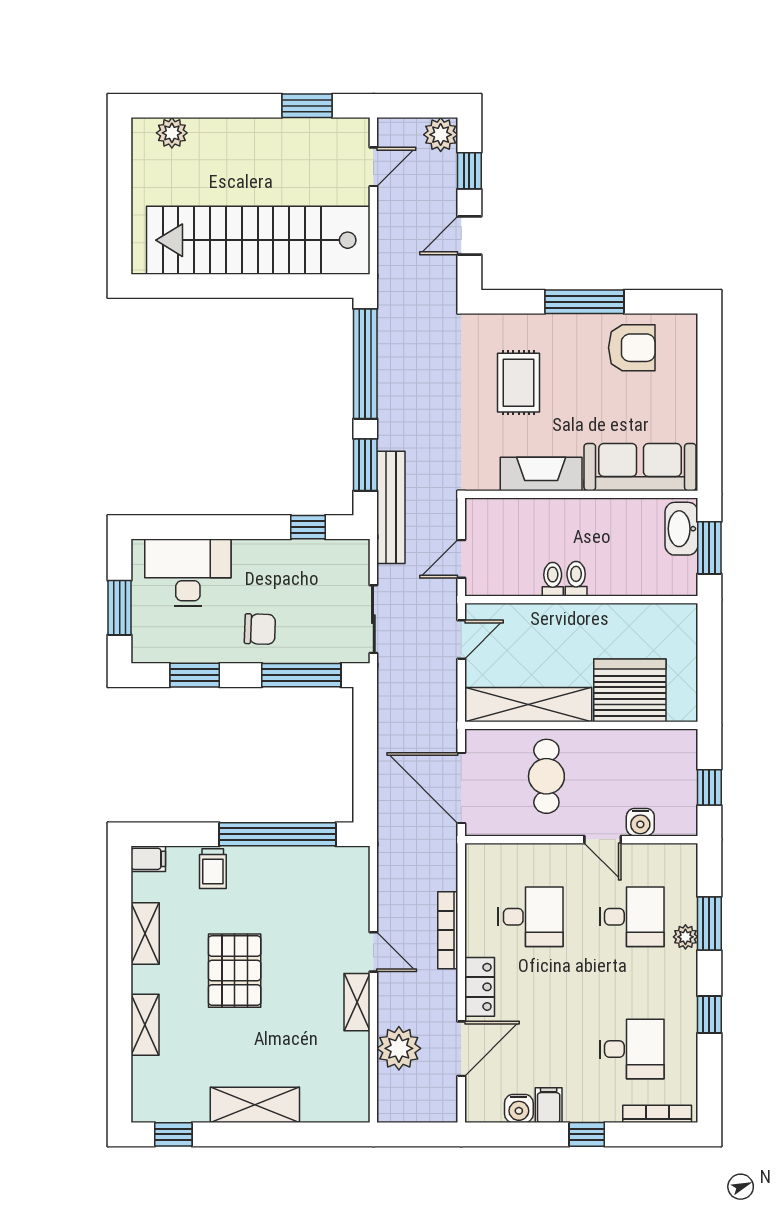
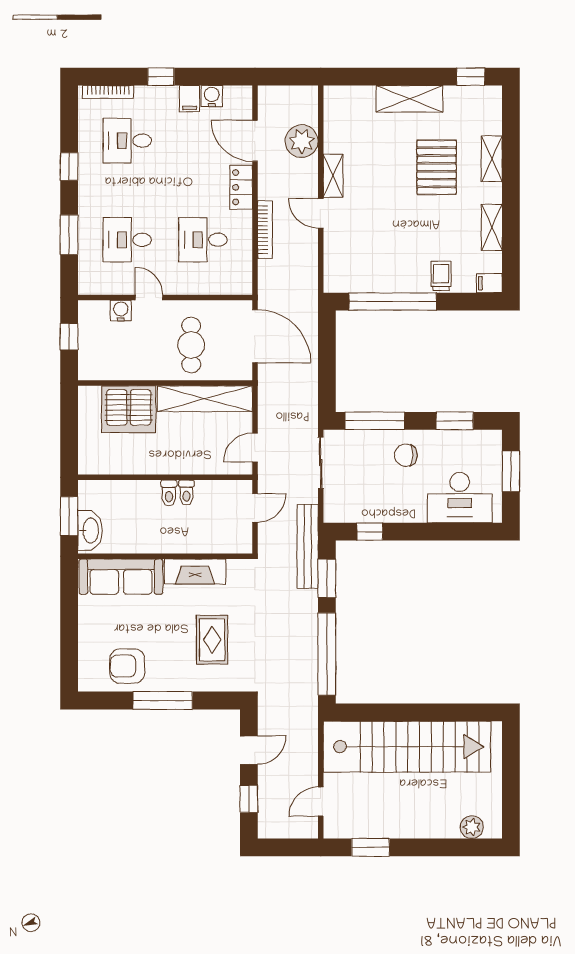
plant: (441, 135) -> (270, 826), removed
plant: (685, 937) -> (87, 225), removed
pallet: (235, 971) -> (437, 167), moved
door: (461, 1049) -> (255, 141), hinge flipped

